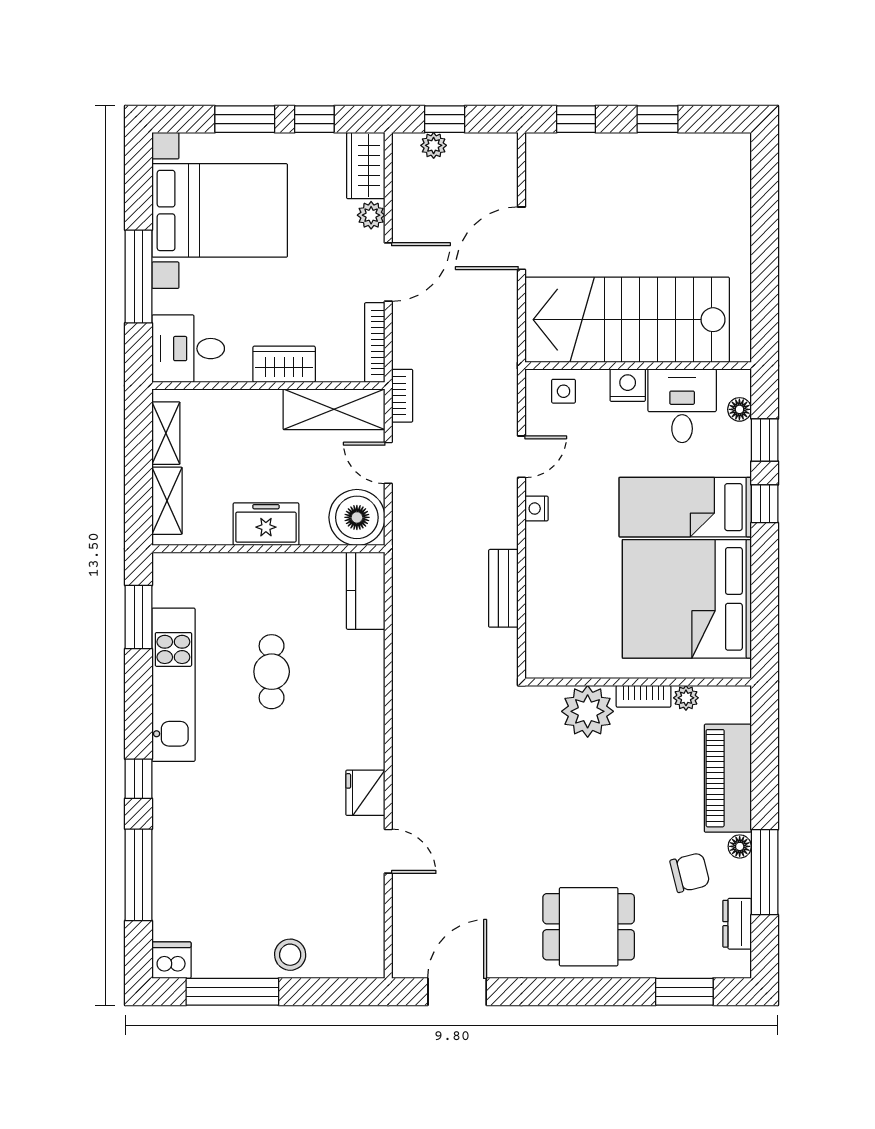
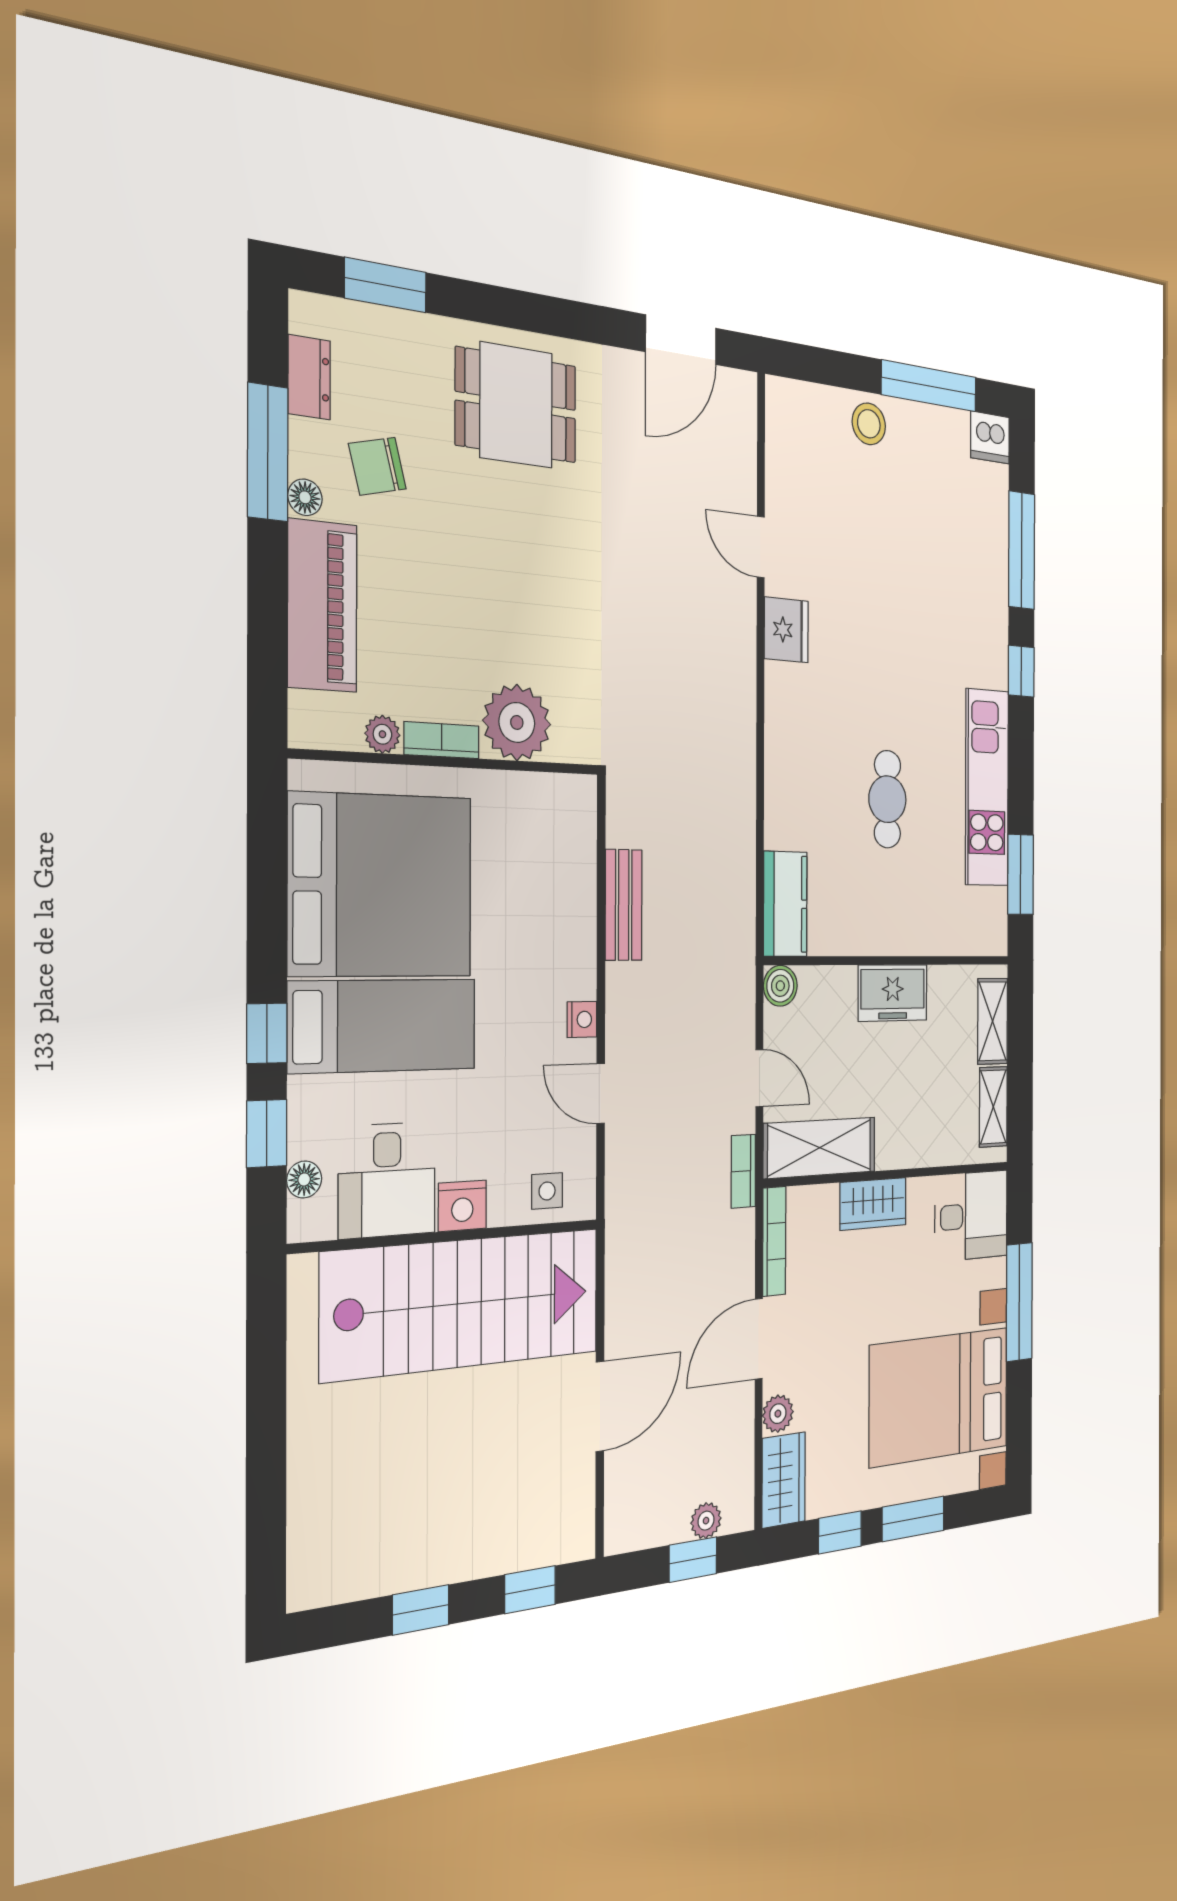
door: (521, 457) -> (601, 1093), hinge flipped
boiler: (357, 517) -> (780, 986), width x0.54, depth x0.54

